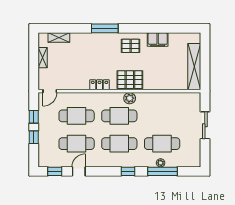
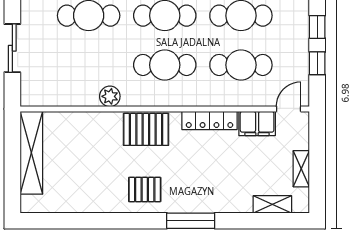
filing cabinet: (158, 40) -> (257, 123), moved, turned 180
locker: (100, 85) -> (210, 120), width x1.53
plant: (130, 98) -> (110, 96), moved

